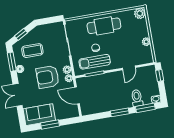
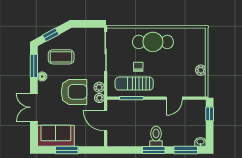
plant: (140, 13) -> (199, 34), removed
armchair: (48, 77) -> (74, 92), turned 180
toilet: (137, 98) -> (156, 136), moved

